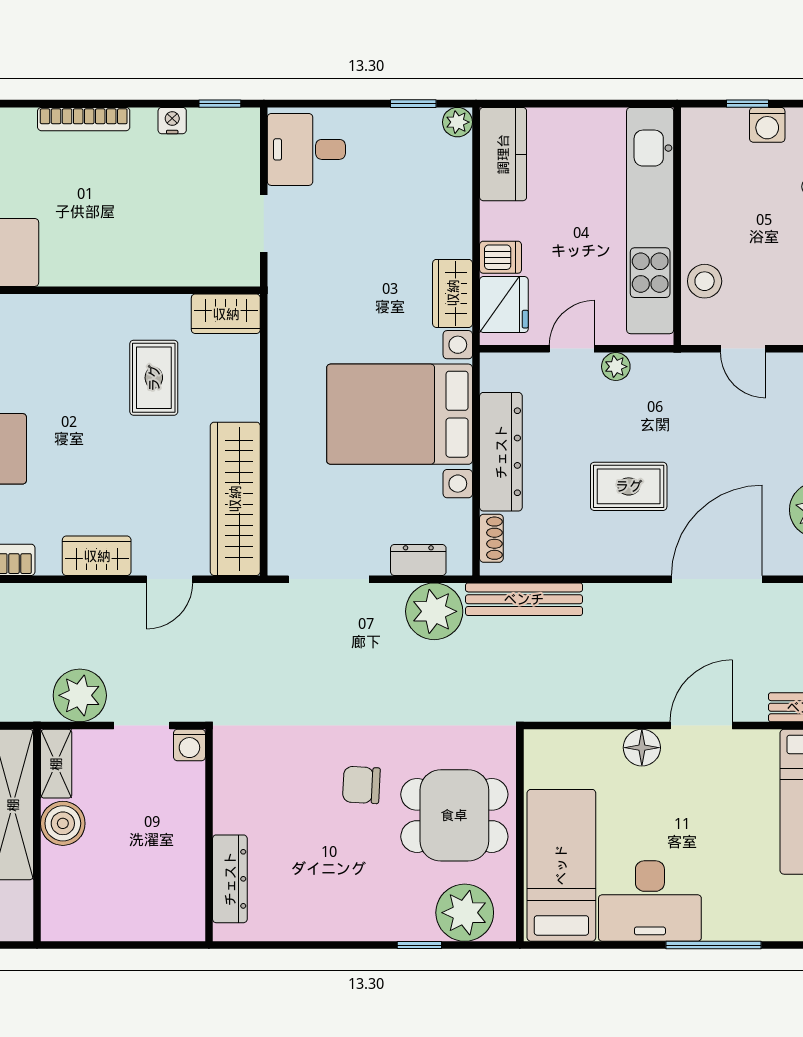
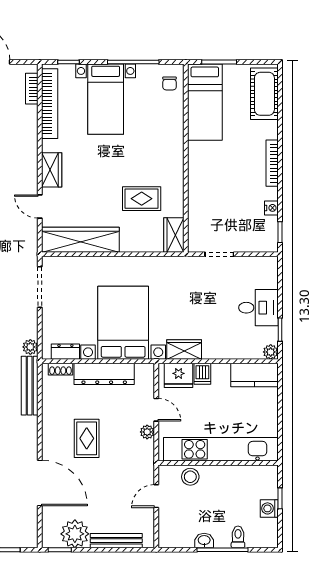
desk: (306, 149) -> (258, 308), moved, turned 90
dresser: (418, 560) -> (65, 352), moved, turned -90
plant: (434, 611) -> (30, 347), width x0.53, depth x0.53

